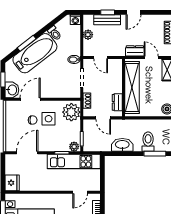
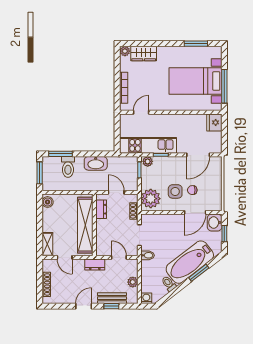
dresser: (135, 51) -> (95, 265), moved

